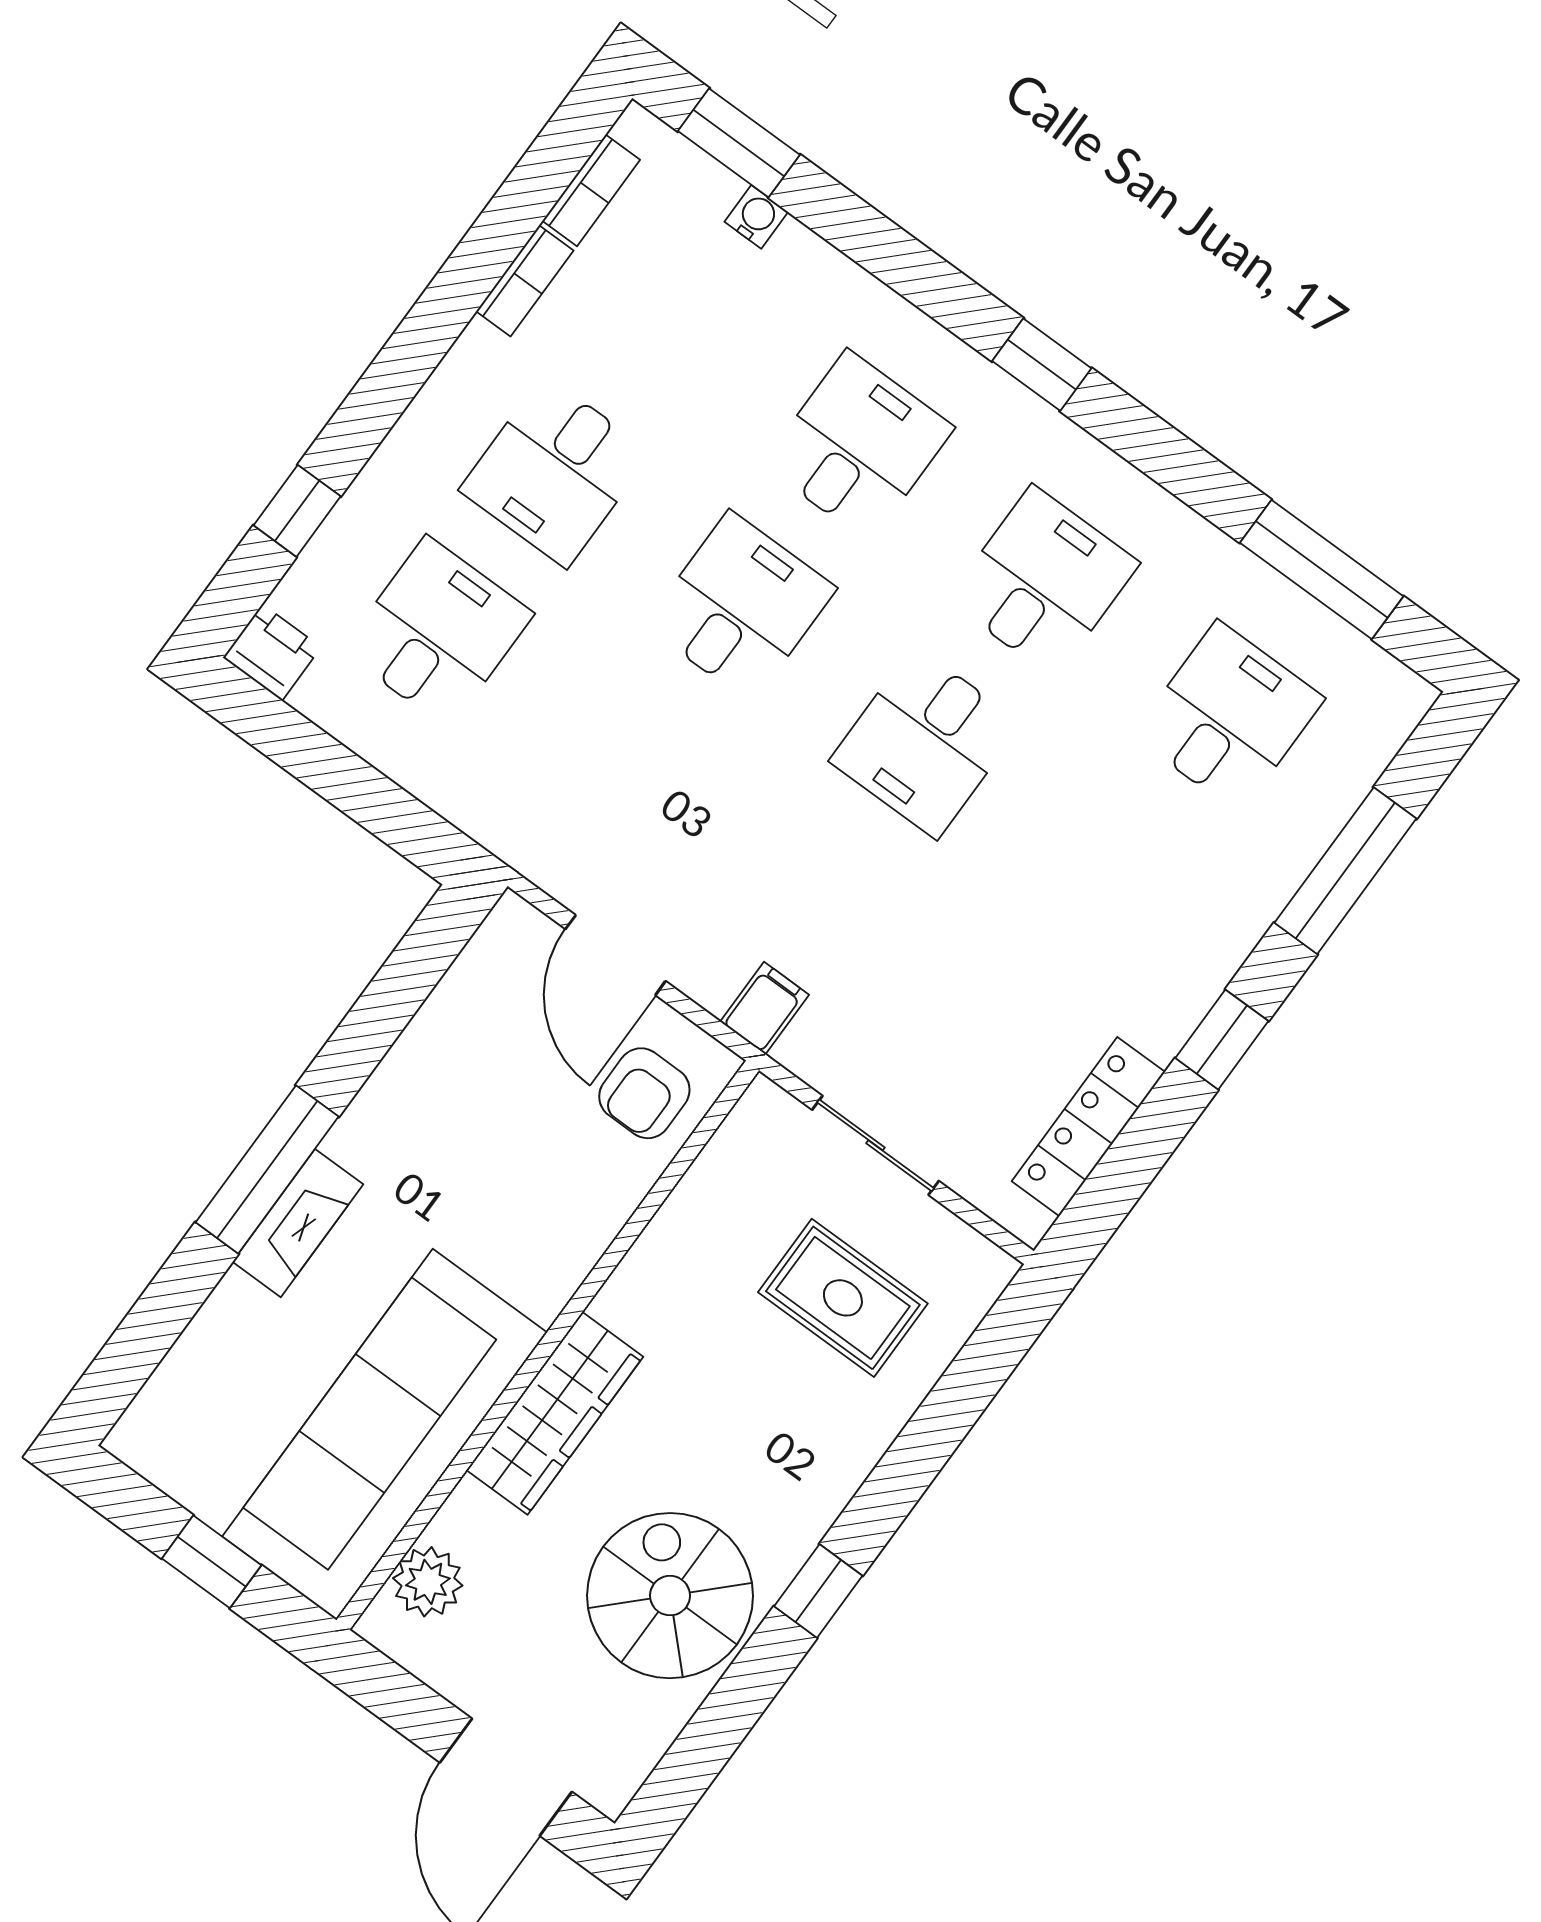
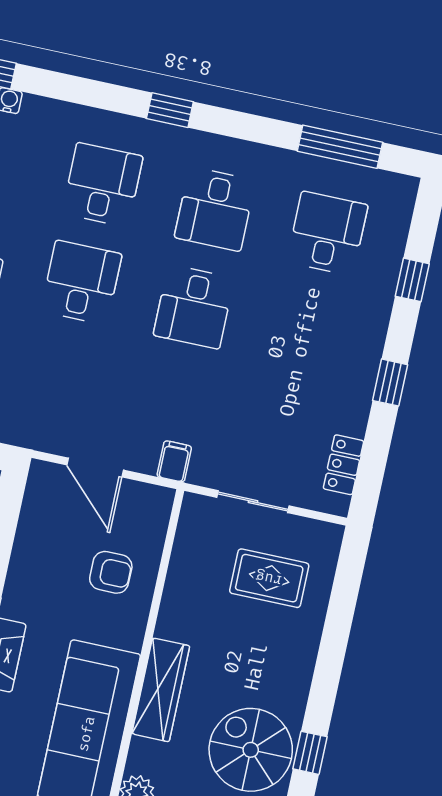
desk: (1043, 581) -> (215, 209), turned 180
window: (1345, 871) -> (412, 280), width x0.46
armchair: (644, 1093) -> (111, 572), moved, turned -90
locker: (1088, 1127) -> (343, 465), width x0.66
window: (818, 1591) -> (310, 753), moved

